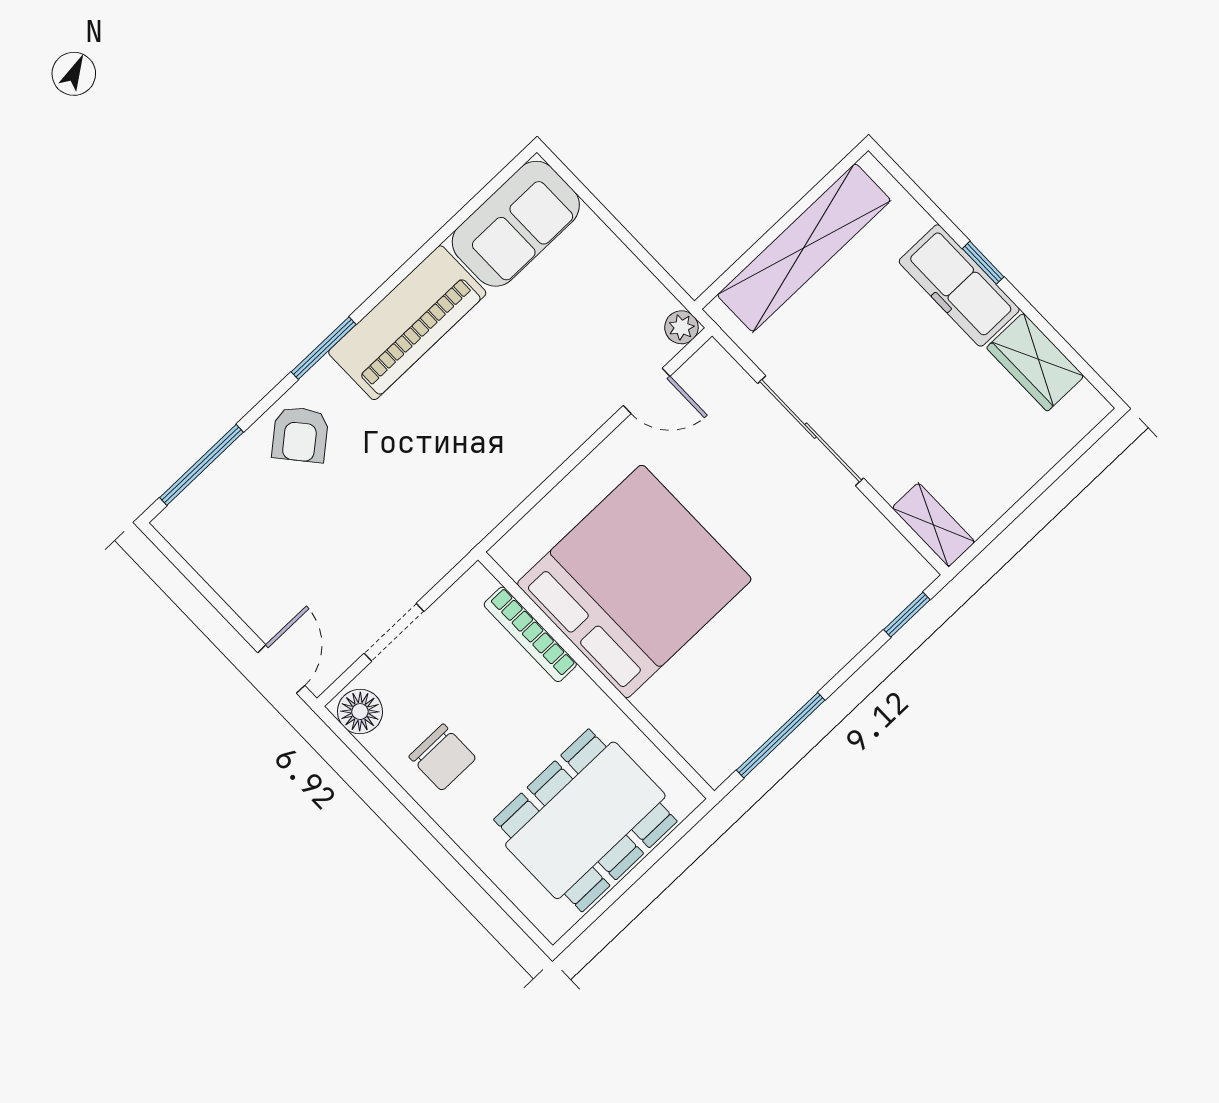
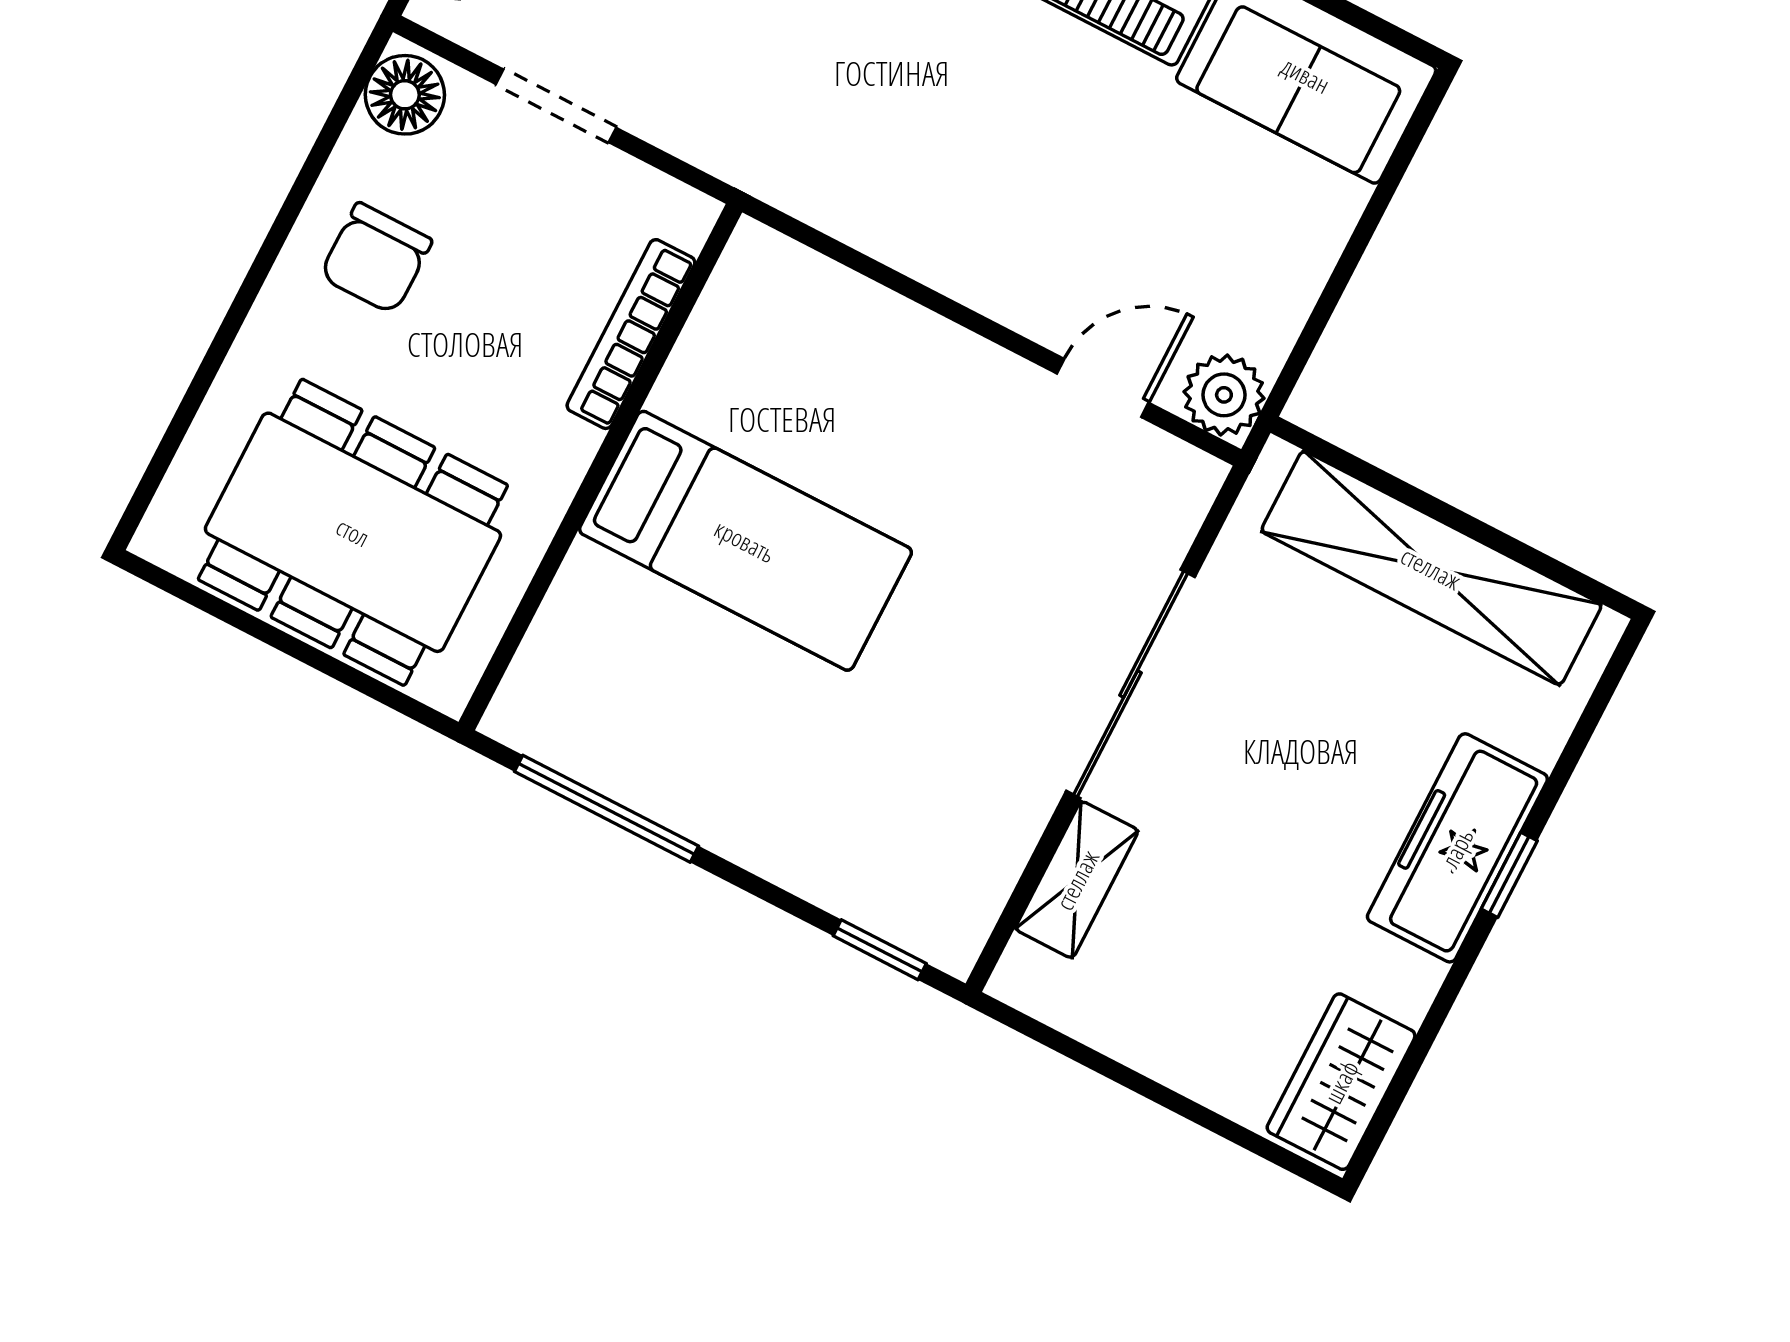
plant: (681, 327) -> (1224, 395), width x1.38, depth x1.38
wardrobe: (1035, 362) -> (1341, 1082), moved
door: (647, 391) -> (1103, 388), swing flipped
shelving: (933, 525) -> (1077, 880), moved
bed: (634, 581) -> (745, 541), width x0.49

